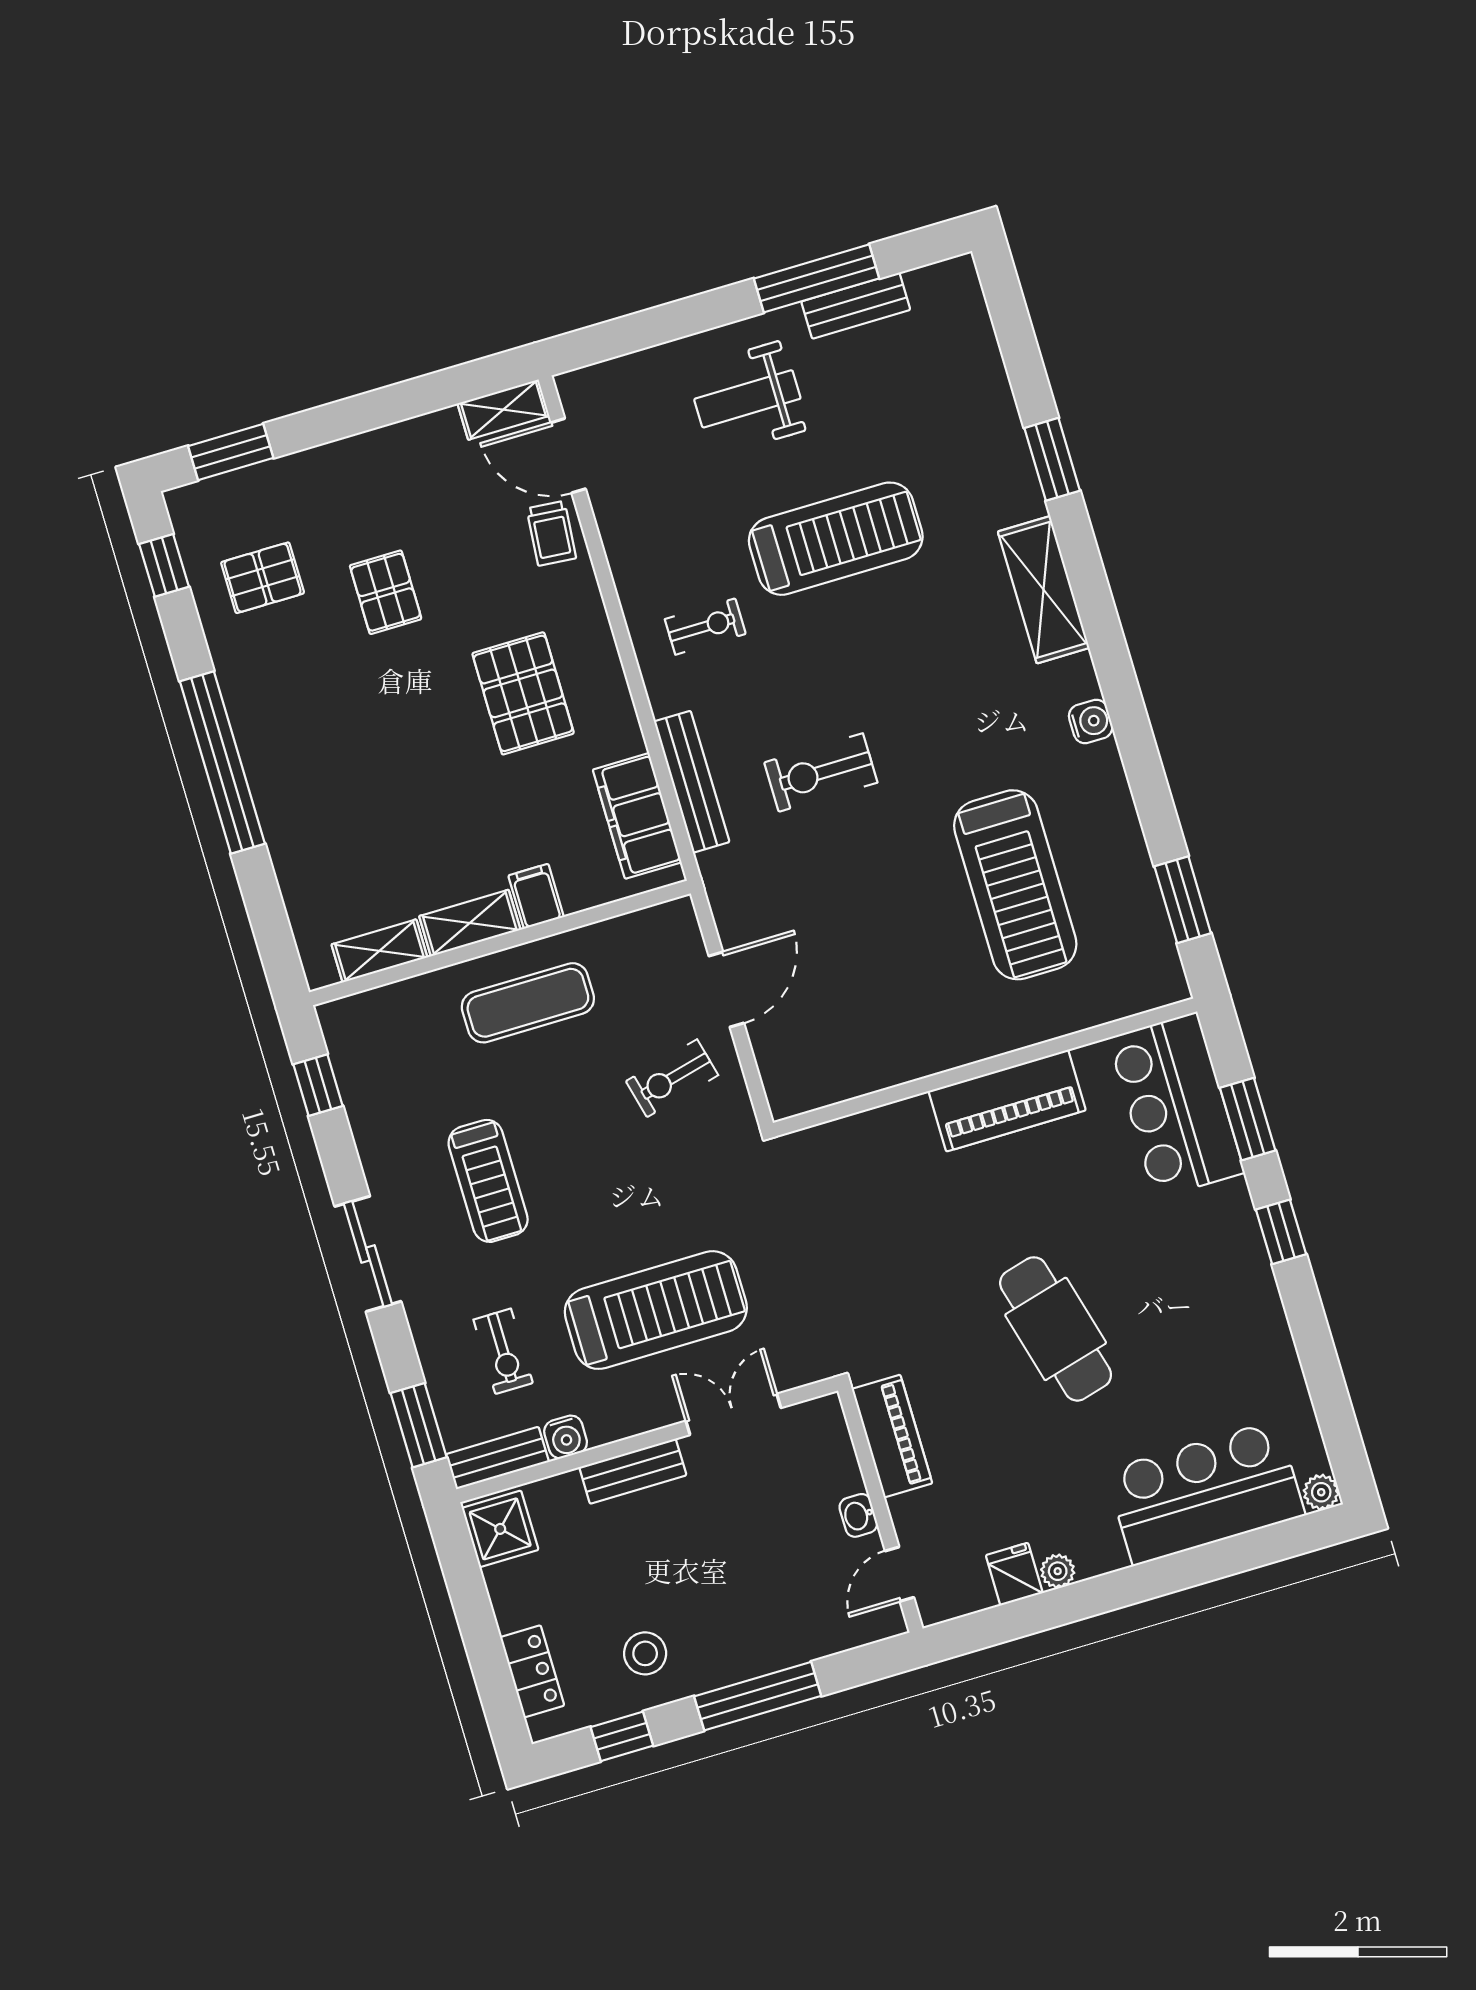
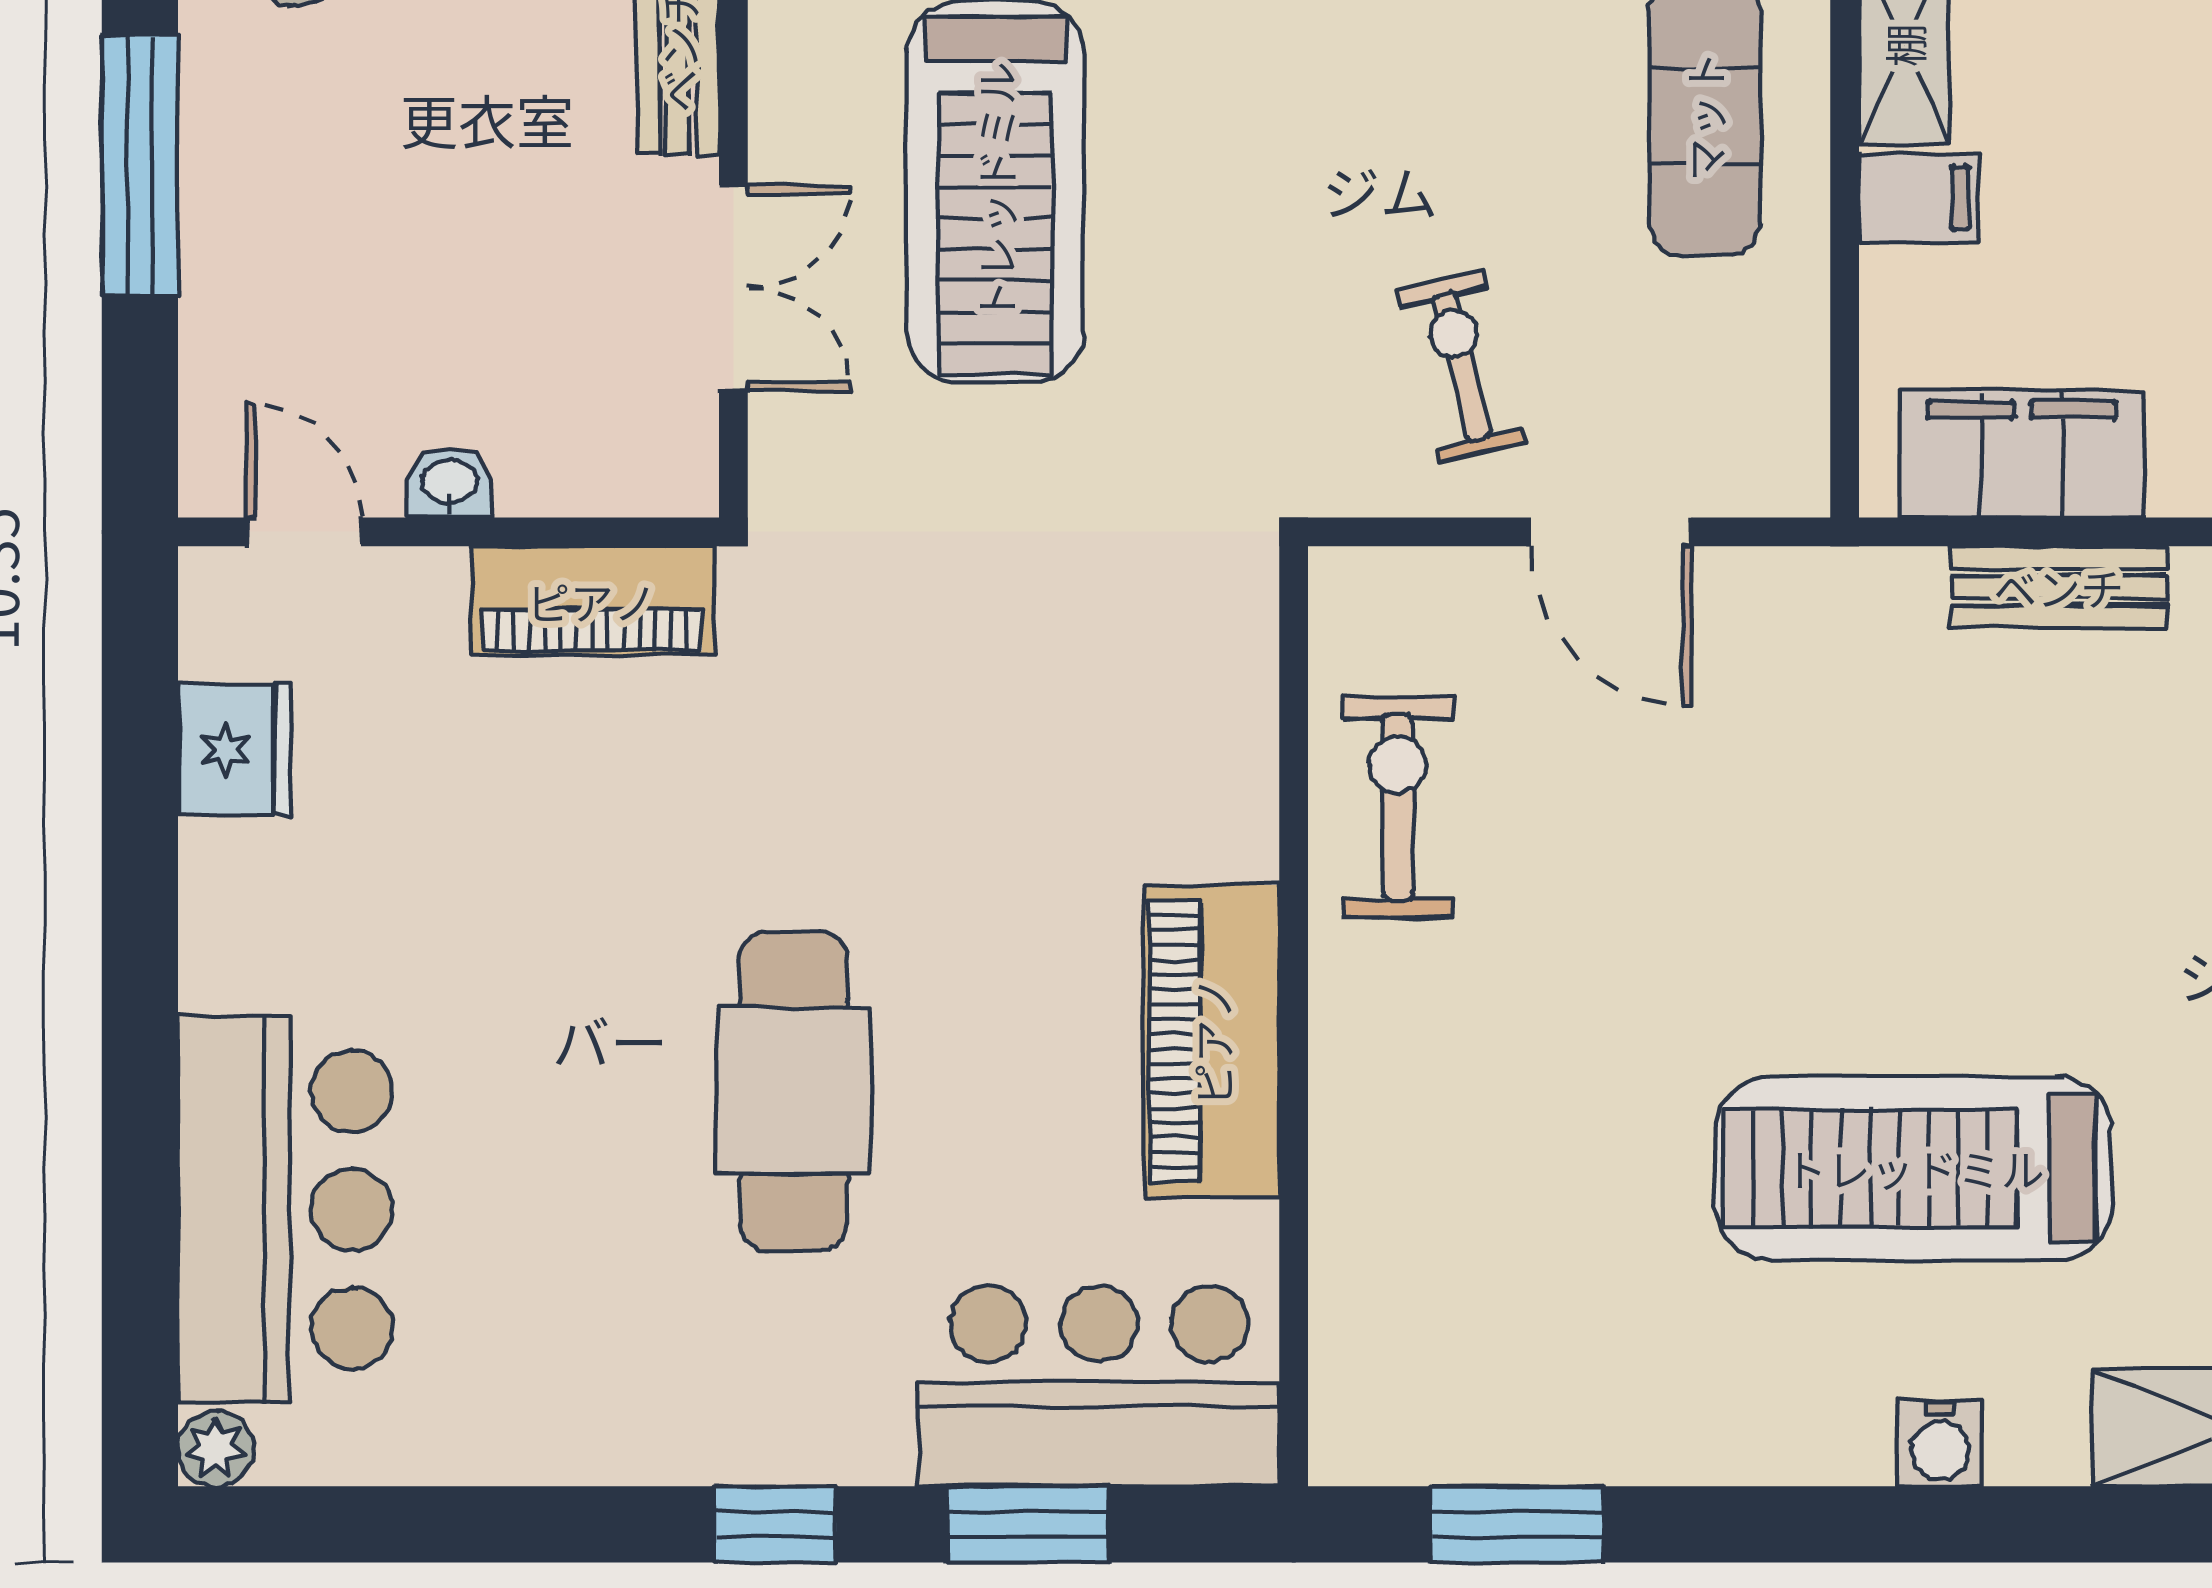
exercise bike: (821, 773) -> (1398, 807), moved
bench: (692, 782) -> (2059, 587), width x0.73
treadmill: (1015, 885) -> (1914, 1168), moved
cafe table: (1056, 1329) -> (793, 1091), moved, turned -75
plant: (1058, 1571) -> (214, 859), removed
fridge: (1014, 1574) -> (234, 750), width x1.38

